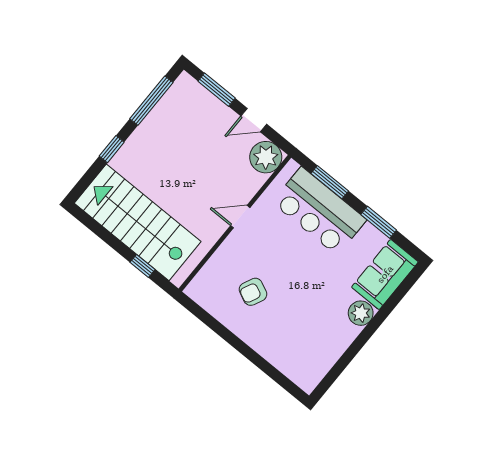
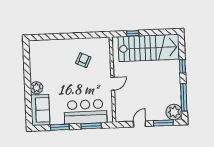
plant: (266, 157) -> (174, 112), moved

